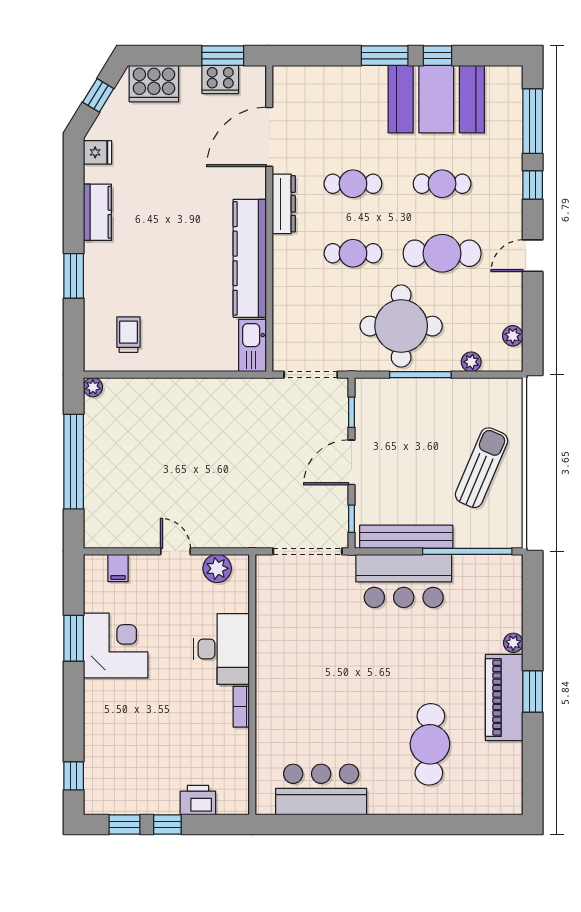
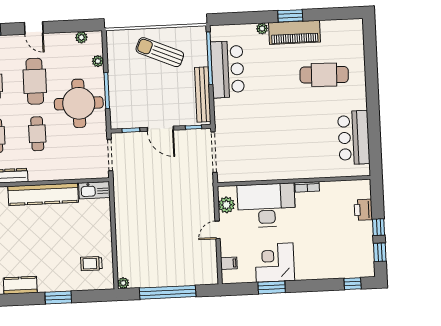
bar counter: (404, 581) -> (227, 69), moved
desk: (222, 649) -> (266, 205), width x1.36, depth x1.30

